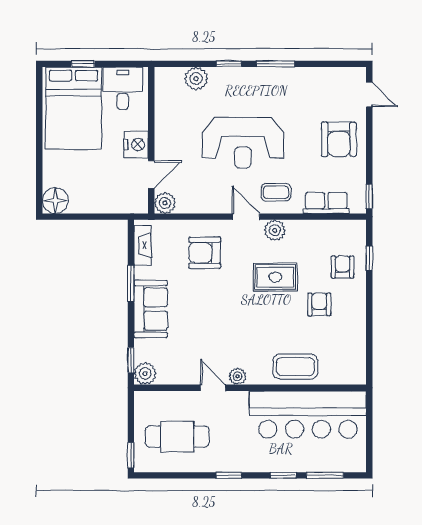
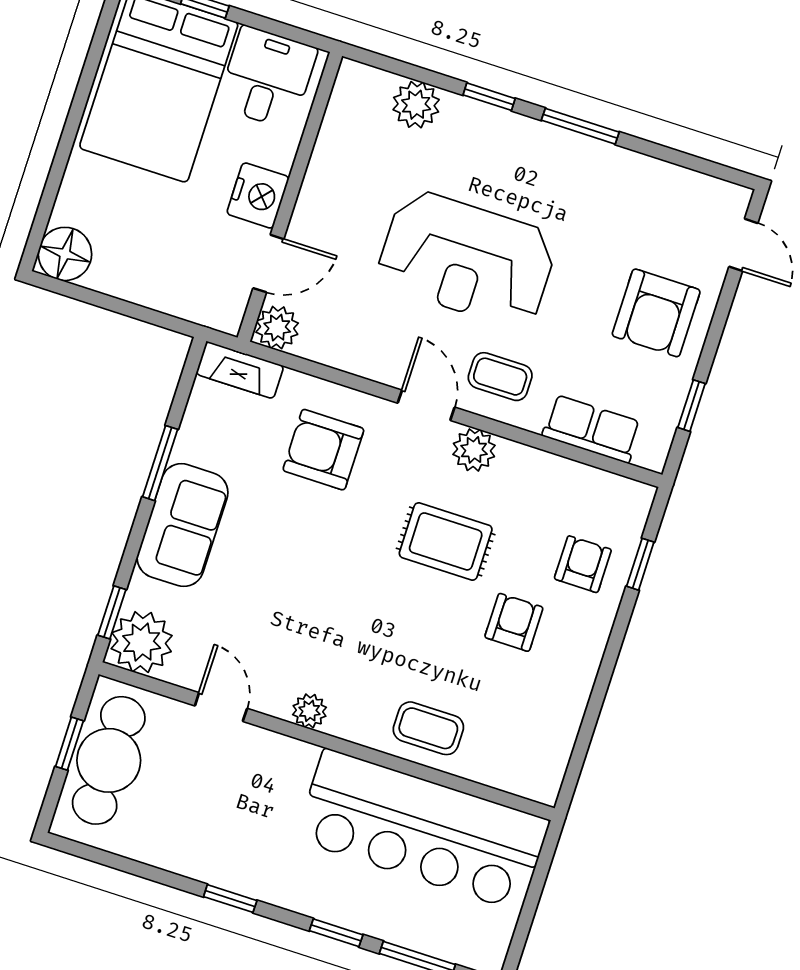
window: (369, 197) -> (692, 406), moved
fireplace: (142, 245) -> (240, 370), moved, turned 90
coffee table: (295, 366) -> (428, 728), width x0.73, depth x0.77
plant: (145, 374) -> (142, 642), width x1.36, depth x1.36
door: (213, 388) -> (221, 707), moved
cafe table: (177, 437) -> (109, 760), moved, turned 90
window: (131, 455) -> (69, 744), moved

